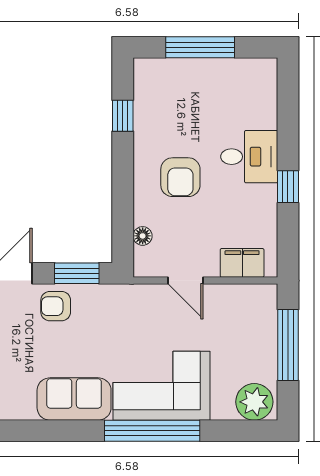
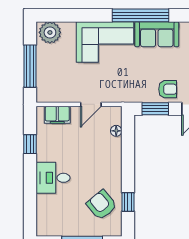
armchair: (180, 177) -> (102, 205), moved, turned -40
window: (288, 187) -> (30, 144), moved
door: (185, 281) -> (91, 104), swing flipped
window: (152, 431) -> (141, 15), moved

